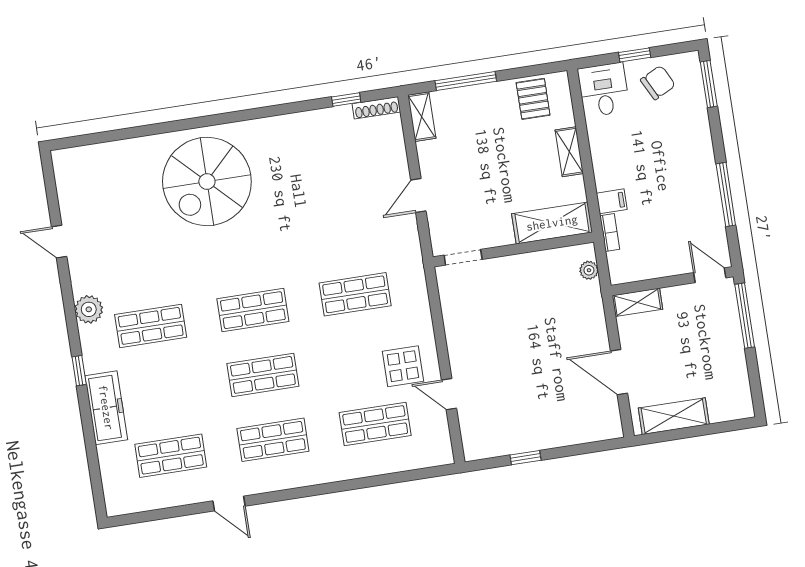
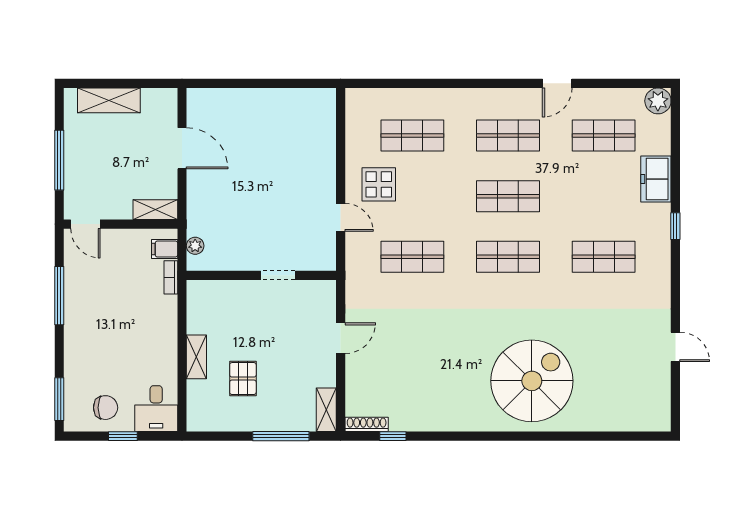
chair: (658, 83) -> (106, 408), turned -153
pallet: (533, 99) -> (243, 379), moved
filing cabinet: (612, 201) -> (165, 249), moved
shelving: (552, 223) -> (222, 294), removed
doorway: (463, 257) -> (278, 275), moved
plant: (89, 309) -> (658, 101), moved
window: (745, 316) -> (59, 160), moved
door: (449, 394) -> (341, 217), moved
freezer: (106, 408) -> (656, 179), width x0.71
shelving: (674, 416) -> (109, 100), moved
window: (526, 458) -> (280, 83), removed
door: (229, 504) -> (557, 83), swing flipped

